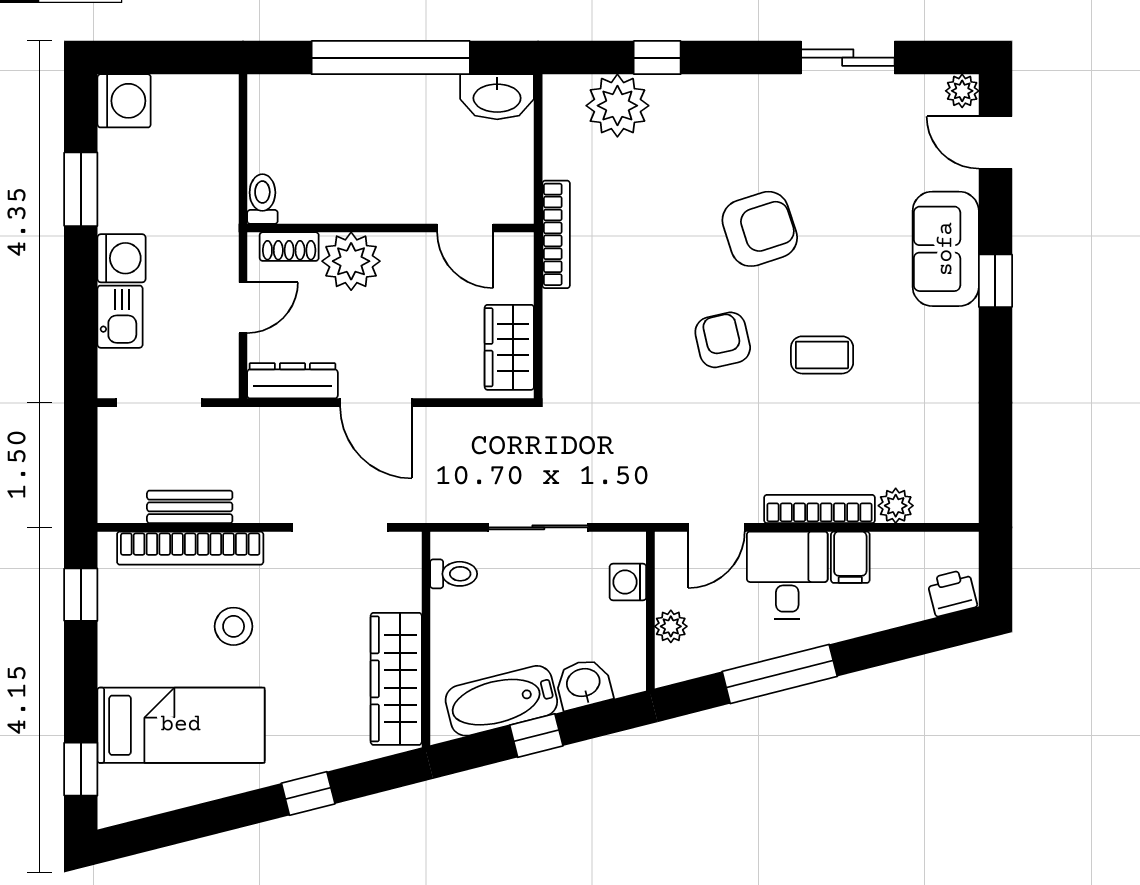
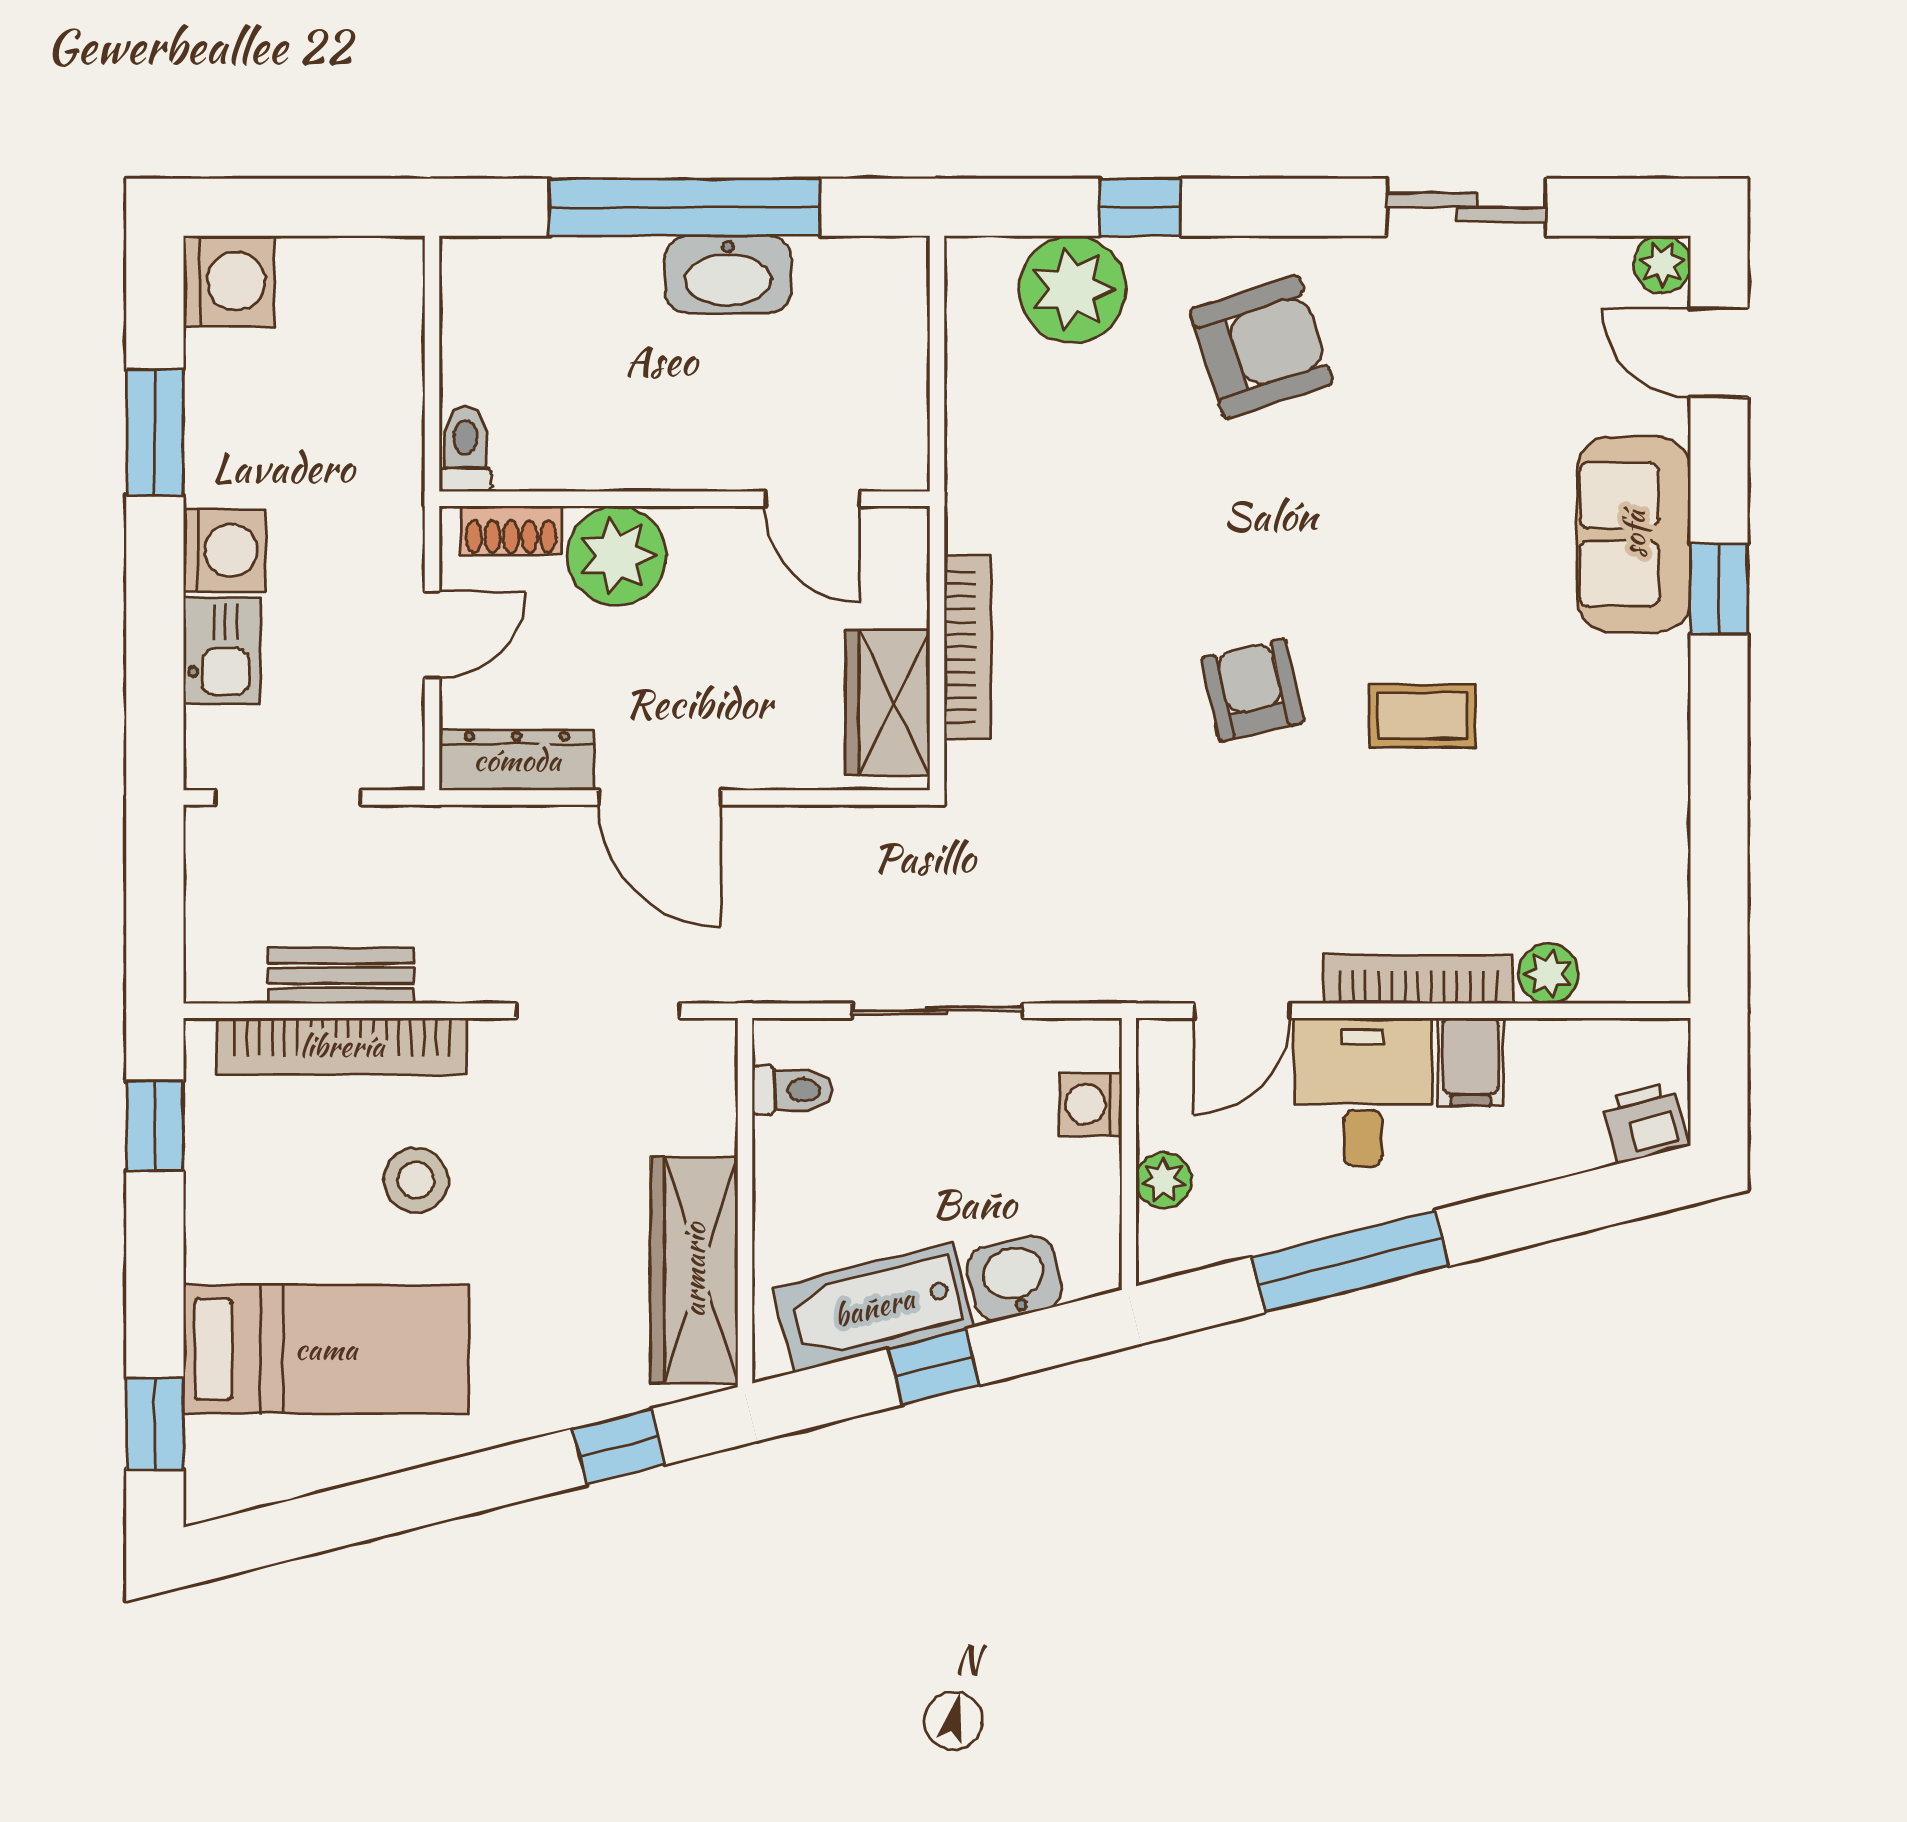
washbasin: (497, 97) -> (728, 274), moved
armchair: (760, 229) -> (1261, 347), moved
bookcase: (556, 234) -> (968, 647), moved
window: (308, 793) -> (619, 1447), moved

